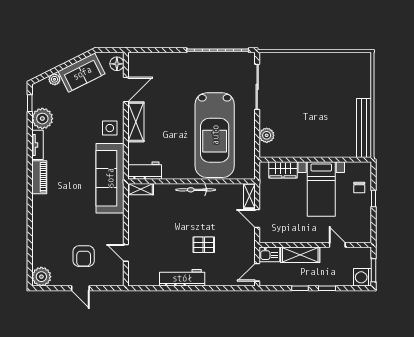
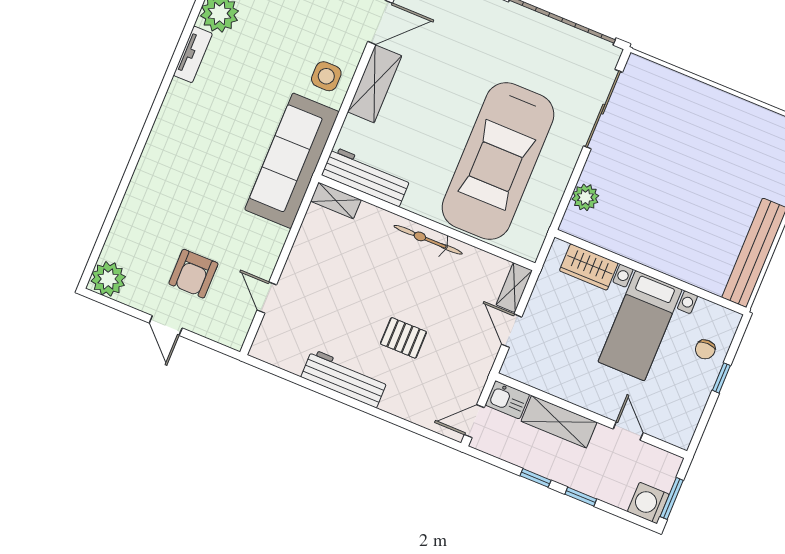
workbench: (145, 171) -> (366, 177), width x1.38
piano: (39, 177) -> (173, 110), removed

